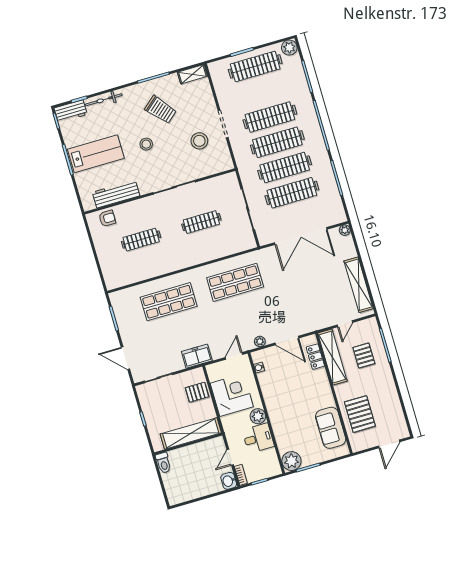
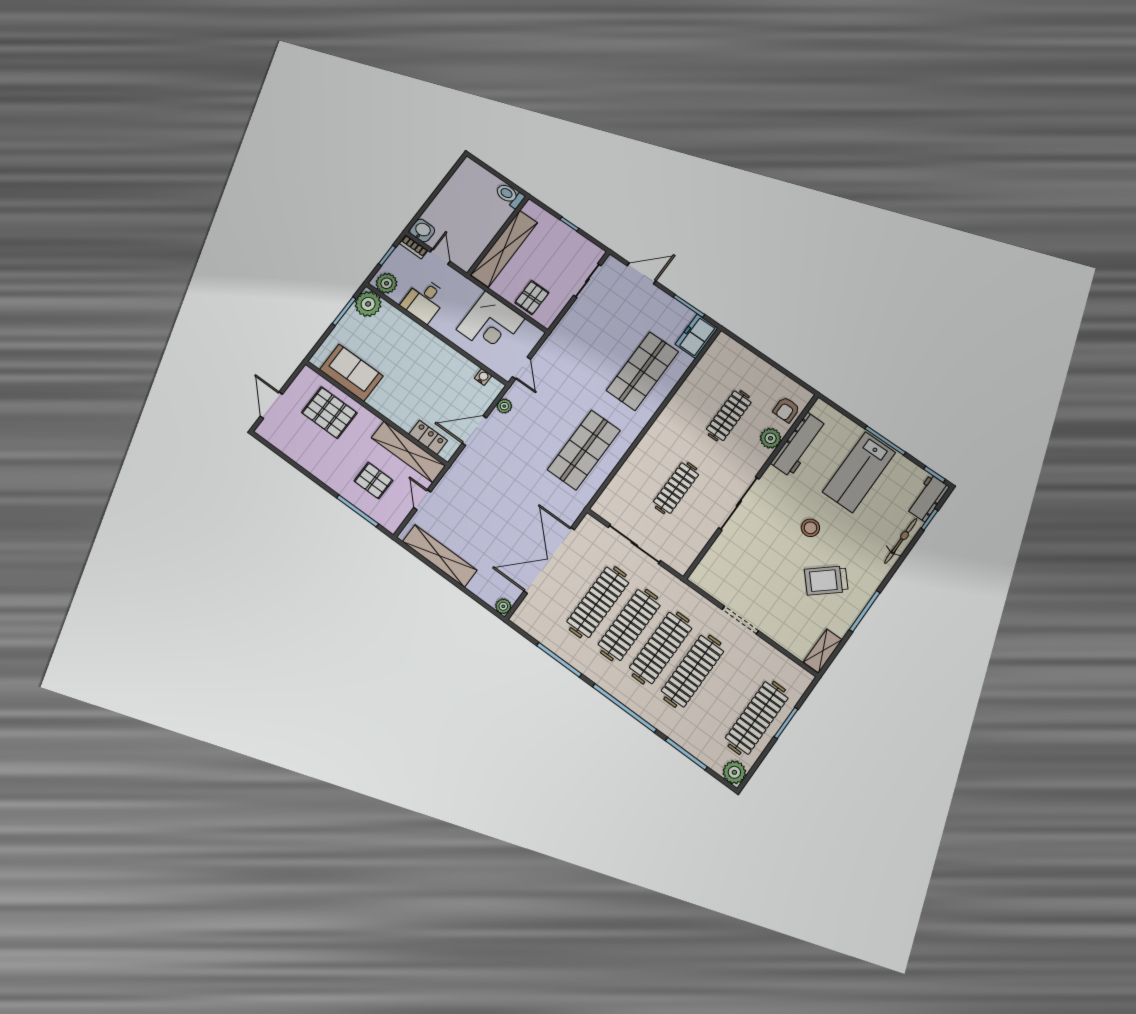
stool: (199, 141) -> (752, 579), removed
plant: (128, 209) -> (771, 438), added
freezer: (197, 356) -> (696, 336), moved, turned 180
plant: (258, 416) -> (387, 283), moved

